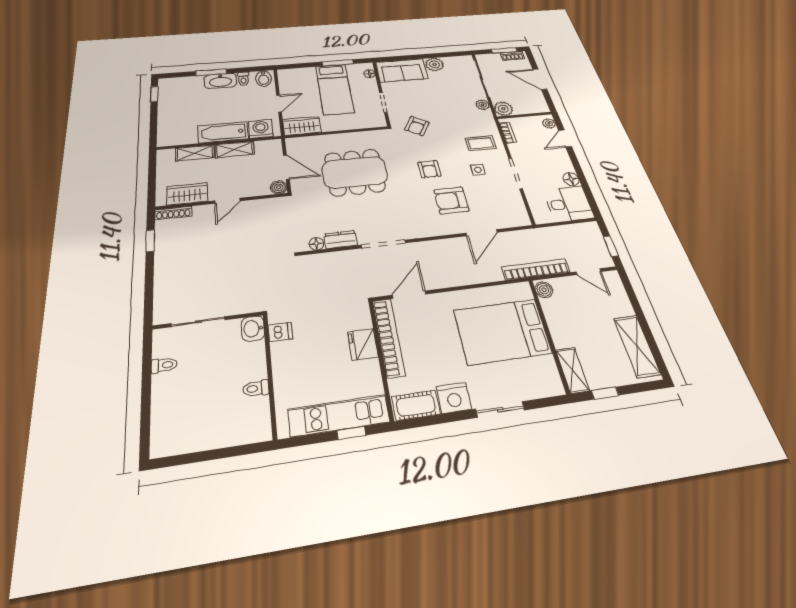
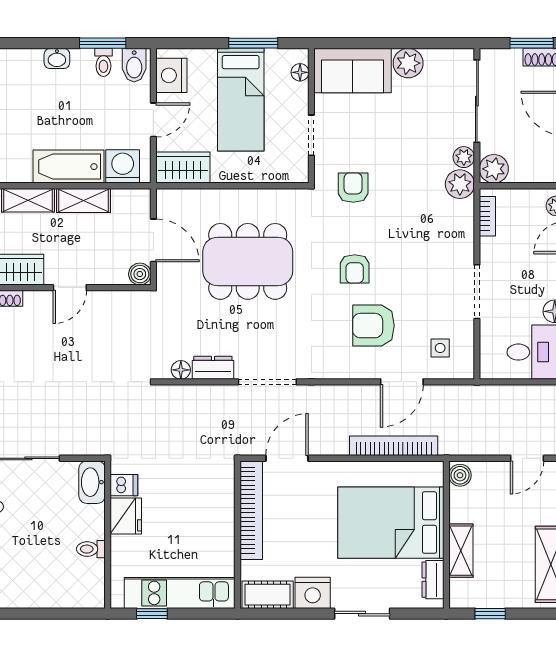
window: (211, 72) -> (103, 43), moved
washbasin: (220, 81) -> (57, 58), width x0.52, depth x0.69
nightstand: (288, 81) -> (171, 75), added
plant: (485, 118) -> (460, 184), added
armchair: (417, 126) -> (353, 188), turned 149
coffee table: (481, 143) -> (441, 231), removed
side table: (478, 170) -> (440, 348), moved
bookcase: (536, 270) -> (394, 446), moved
door: (589, 272) -> (527, 458), hinge flipped
washbasin: (253, 329) -> (92, 482), width x1.38
fridge: (363, 344) -> (126, 516), moved, turned 180
shelving: (572, 370) -> (461, 551), moved
dresser: (550, 372) -> (433, 580), added
window: (351, 433) -> (152, 614), moved

